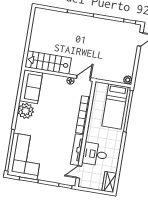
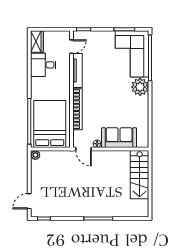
stairs: (48, 62) -> (140, 175), moved, turned 90
door: (84, 78) -> (83, 149), hinge flipped
sofa: (31, 87) -> (119, 138), moved, turned 90
bed: (115, 107) -> (50, 124), width x1.50
plant: (26, 111) -> (140, 87), moved
desk: (95, 154) -> (43, 65), moved, turned 180

